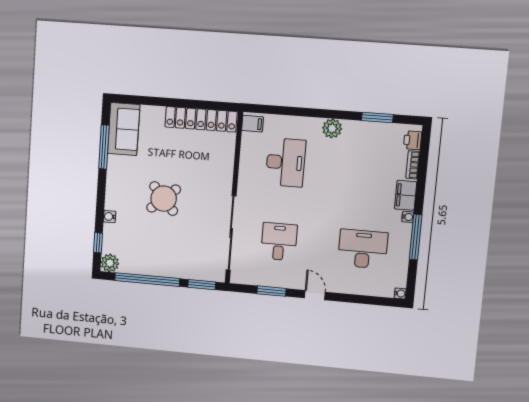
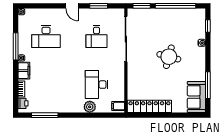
window: (377, 118) -> (45, 115), width x1.44
plant: (332, 128) -> (90, 107), moved
round table: (164, 199) -> (169, 57), turned -34
plant: (110, 263) -> (200, 14), removed

